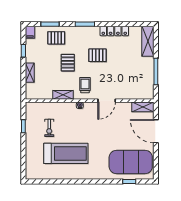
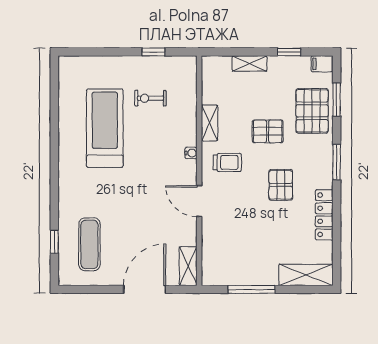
pallet: (56, 38) -> (312, 111), width x1.50, depth x1.42
treadmill: (66, 153) -> (105, 128), turned 180
exercise mat: (131, 162) -> (89, 244), width x0.50, depth x0.69

